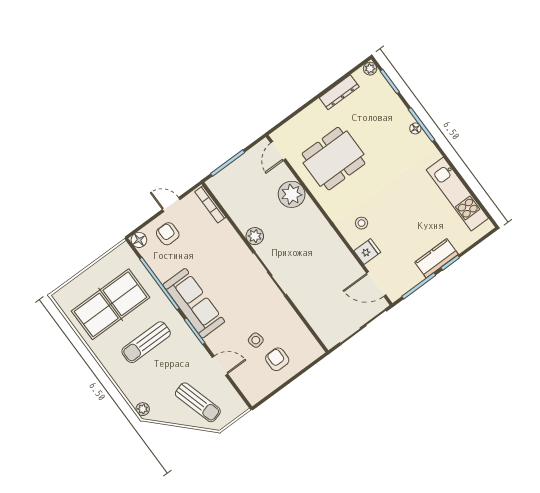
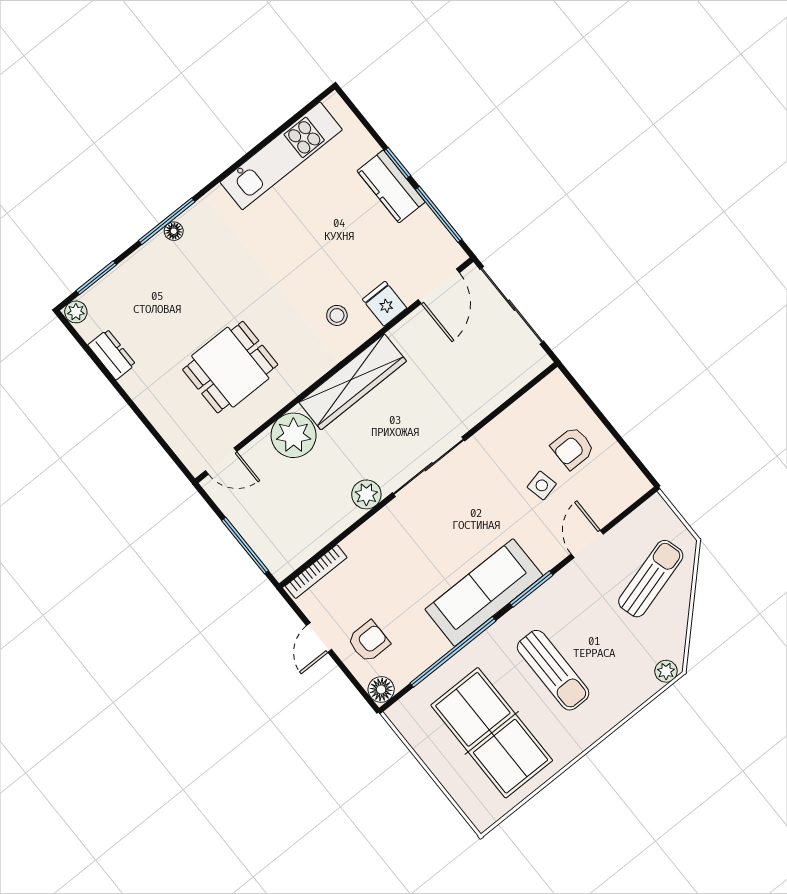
dresser: (339, 92) -> (112, 355), width x0.70
dining table: (334, 159) -> (230, 367), width x0.73
wardrobe: (322, 231) -> (353, 382), added
armchair: (168, 234) -> (369, 641), turned 180

